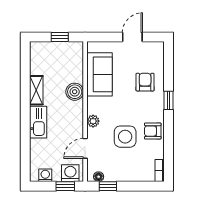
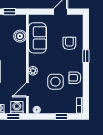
boiler: (75, 92) -> (20, 36), moved
window: (108, 186) -> (61, 116), moved

